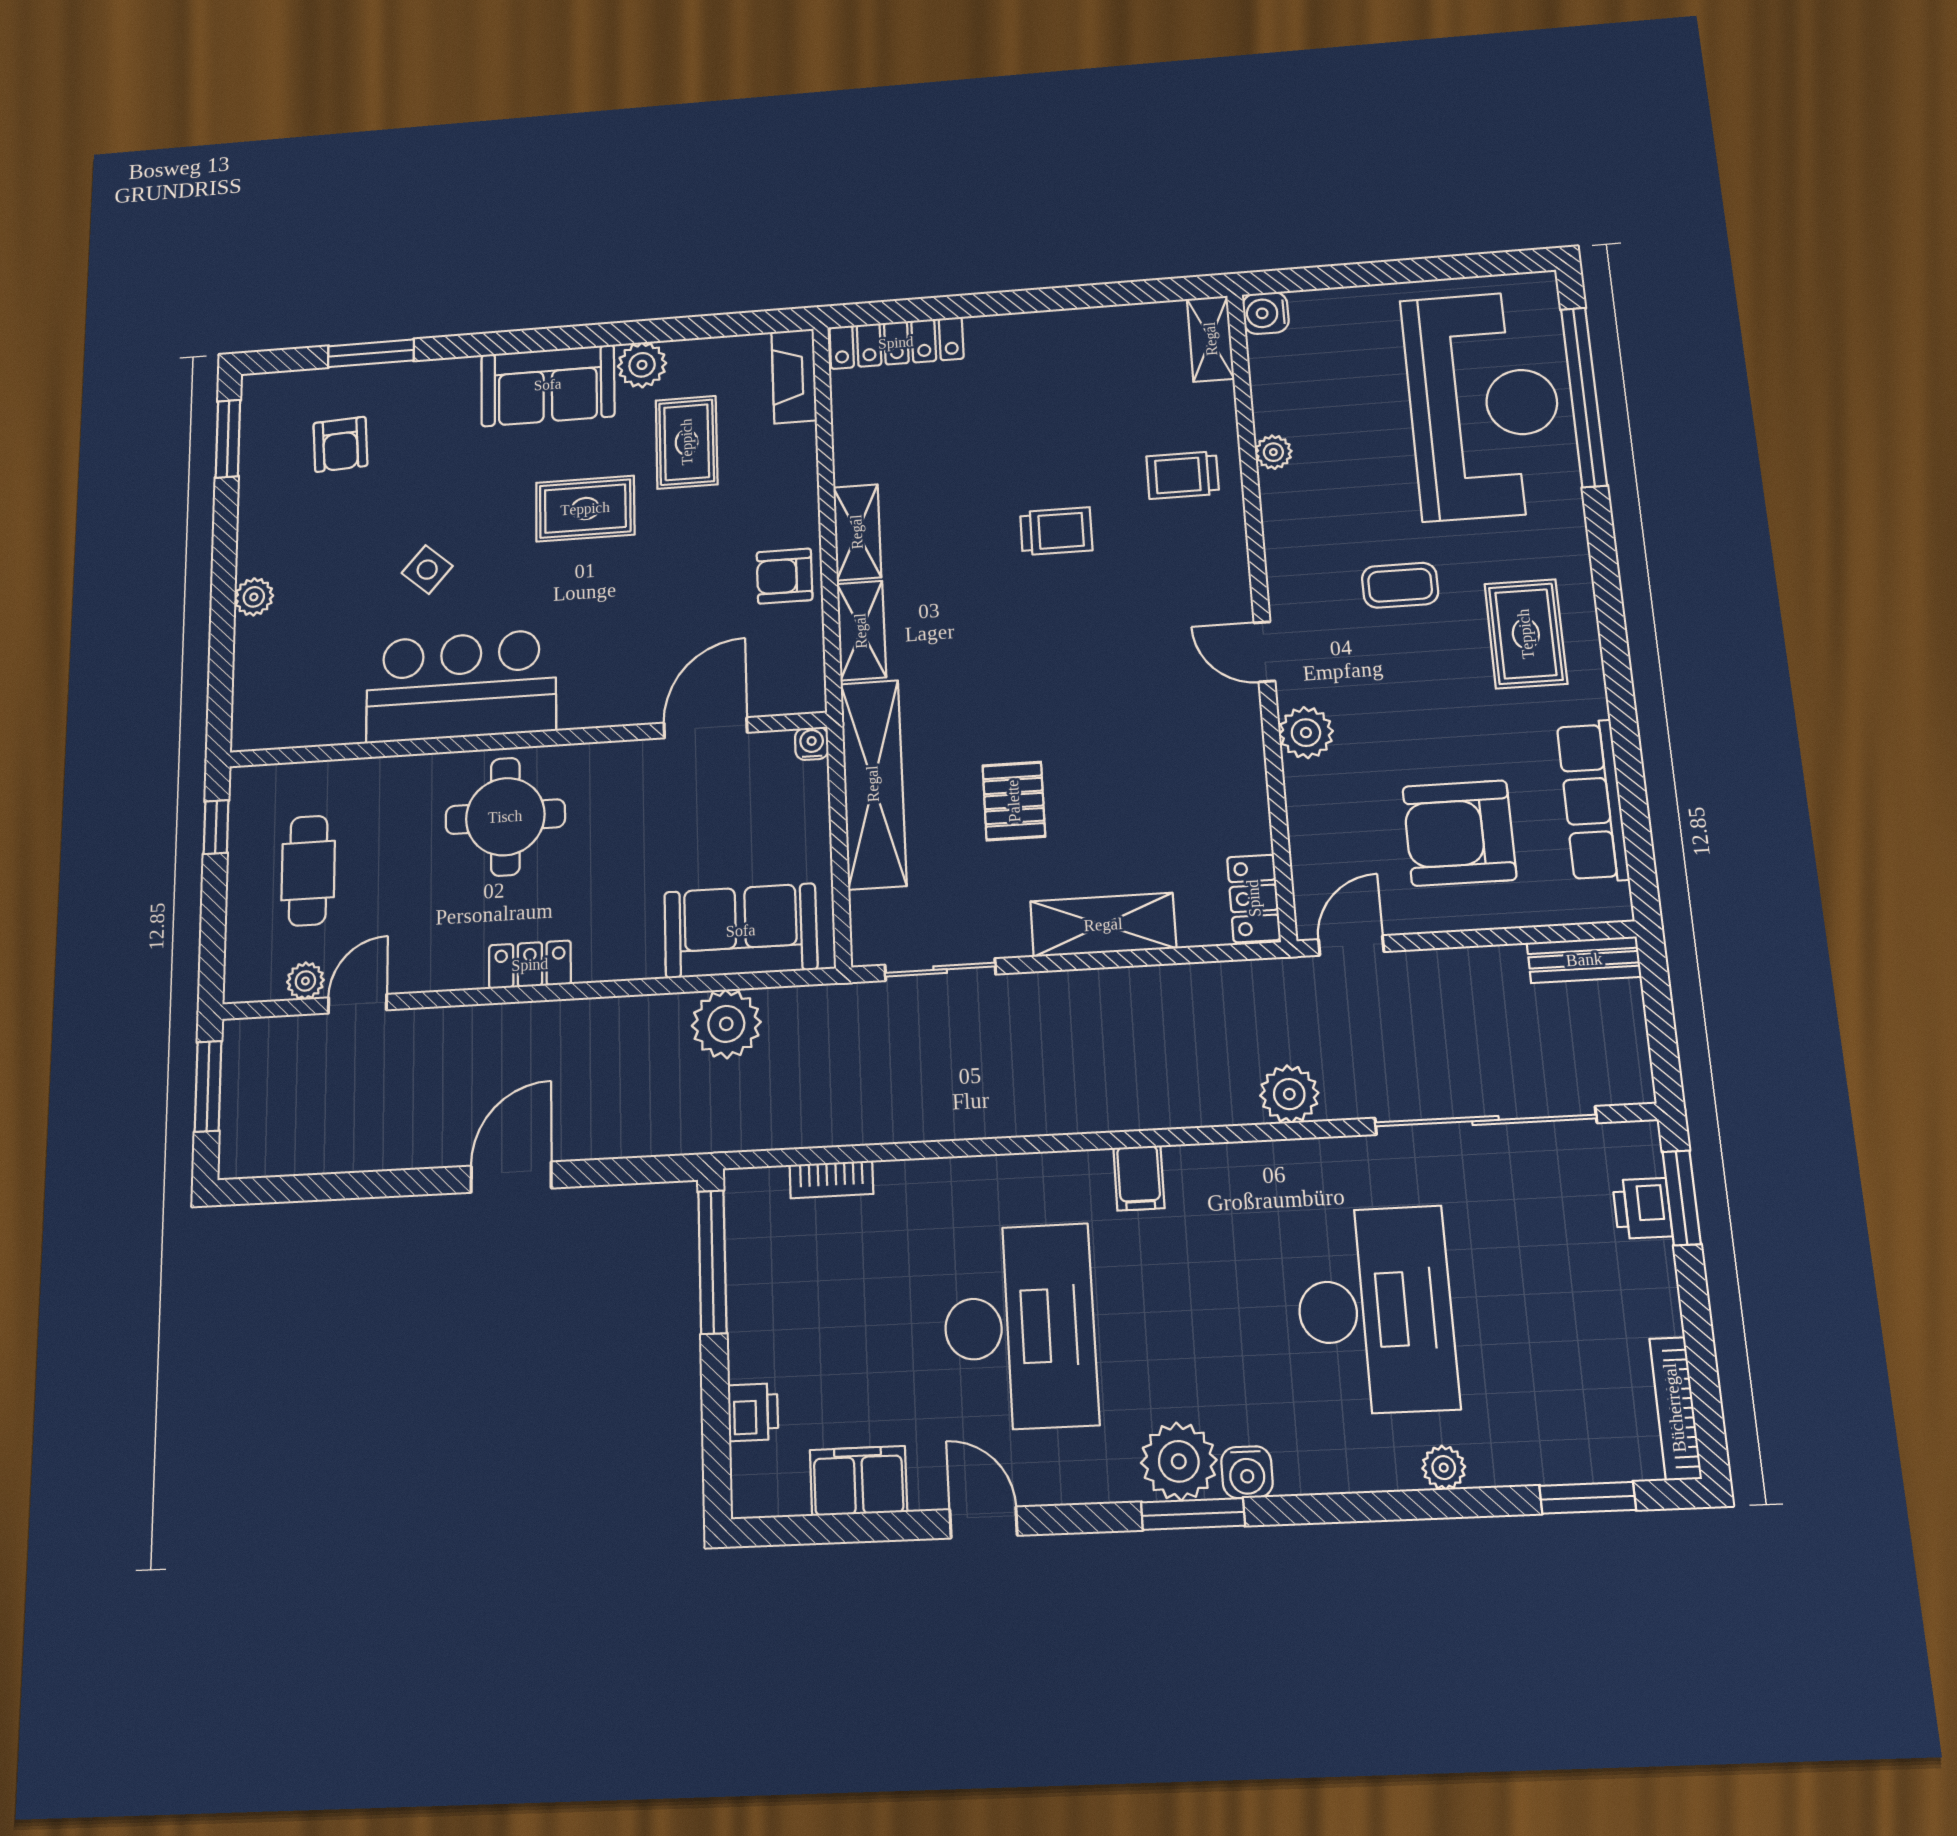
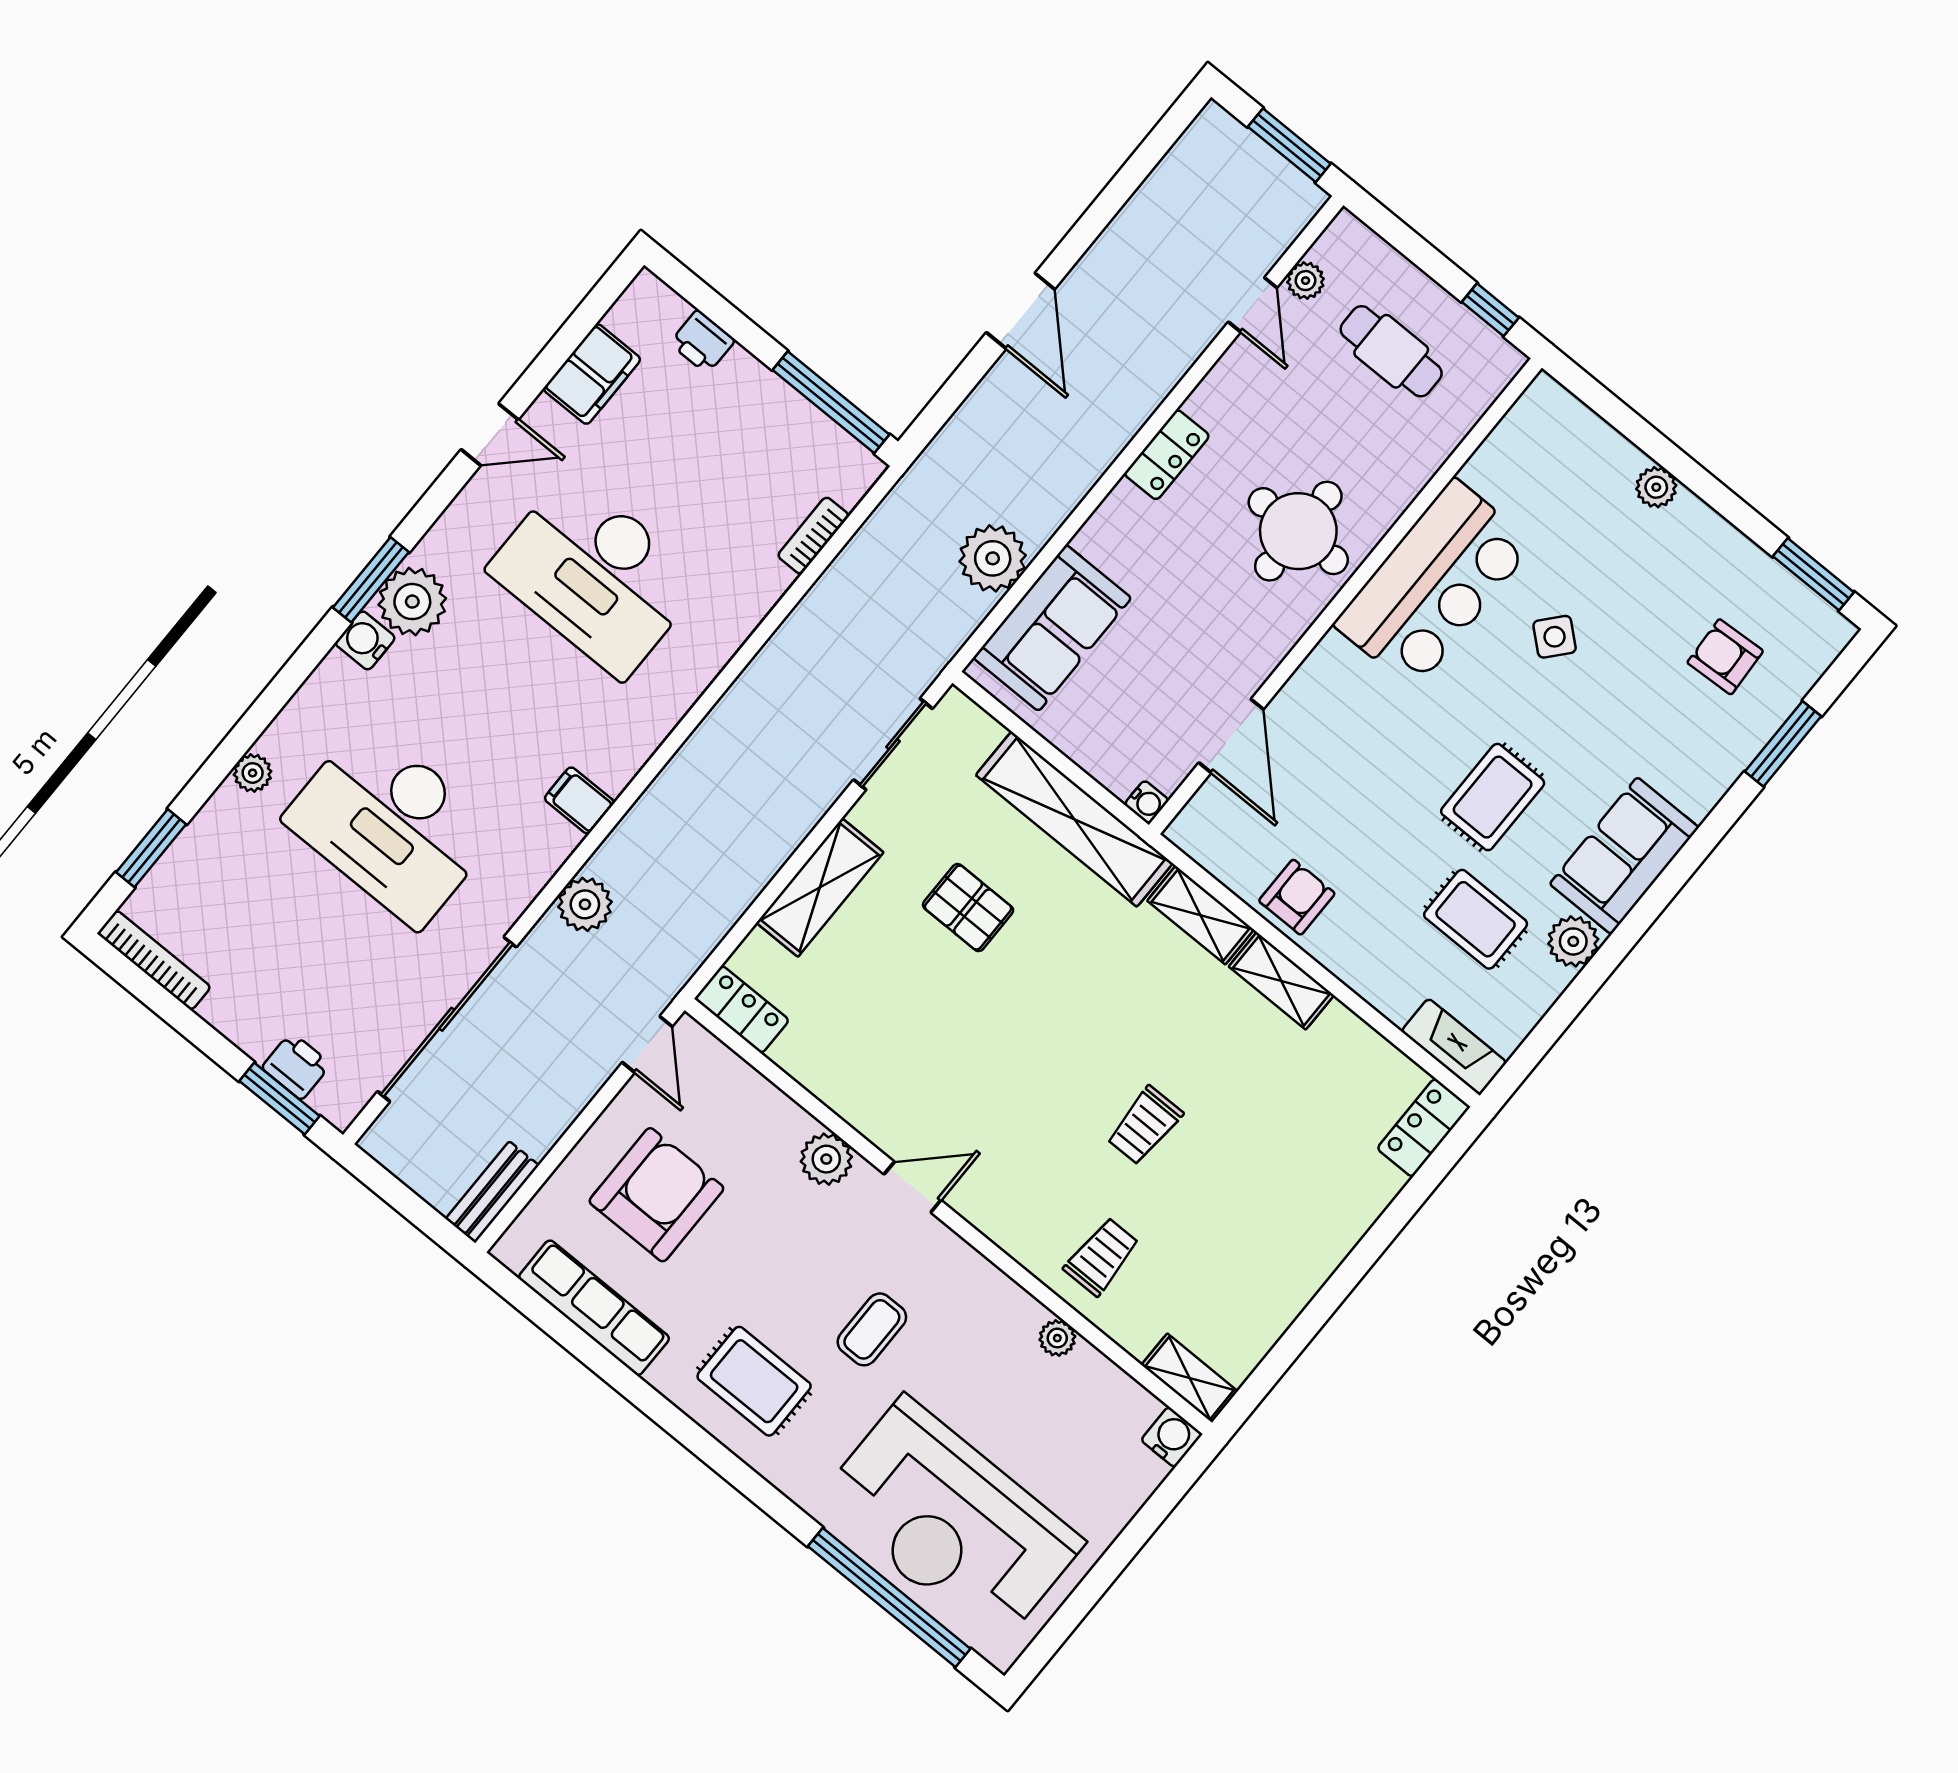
locker: (896, 343) -> (1423, 1128), width x0.66
filing cabinet: (1139, 1178) -> (579, 800), moved

